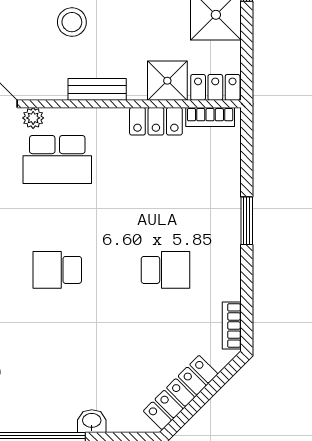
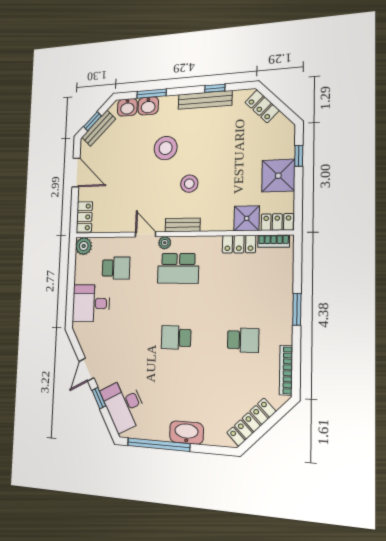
bench: (97, 89) -> (183, 225), moved
bookcase: (232, 326) -> (286, 370), width x1.56
washbasin: (92, 421) -> (186, 433), width x1.91, depth x1.45

